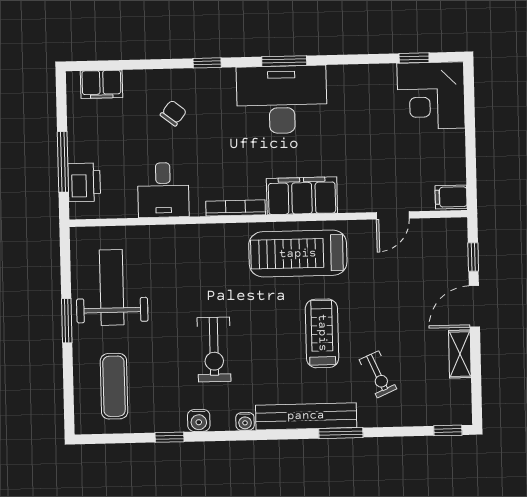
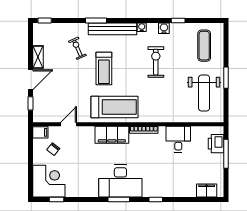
chair: (173, 113) -> (53, 149), moved

